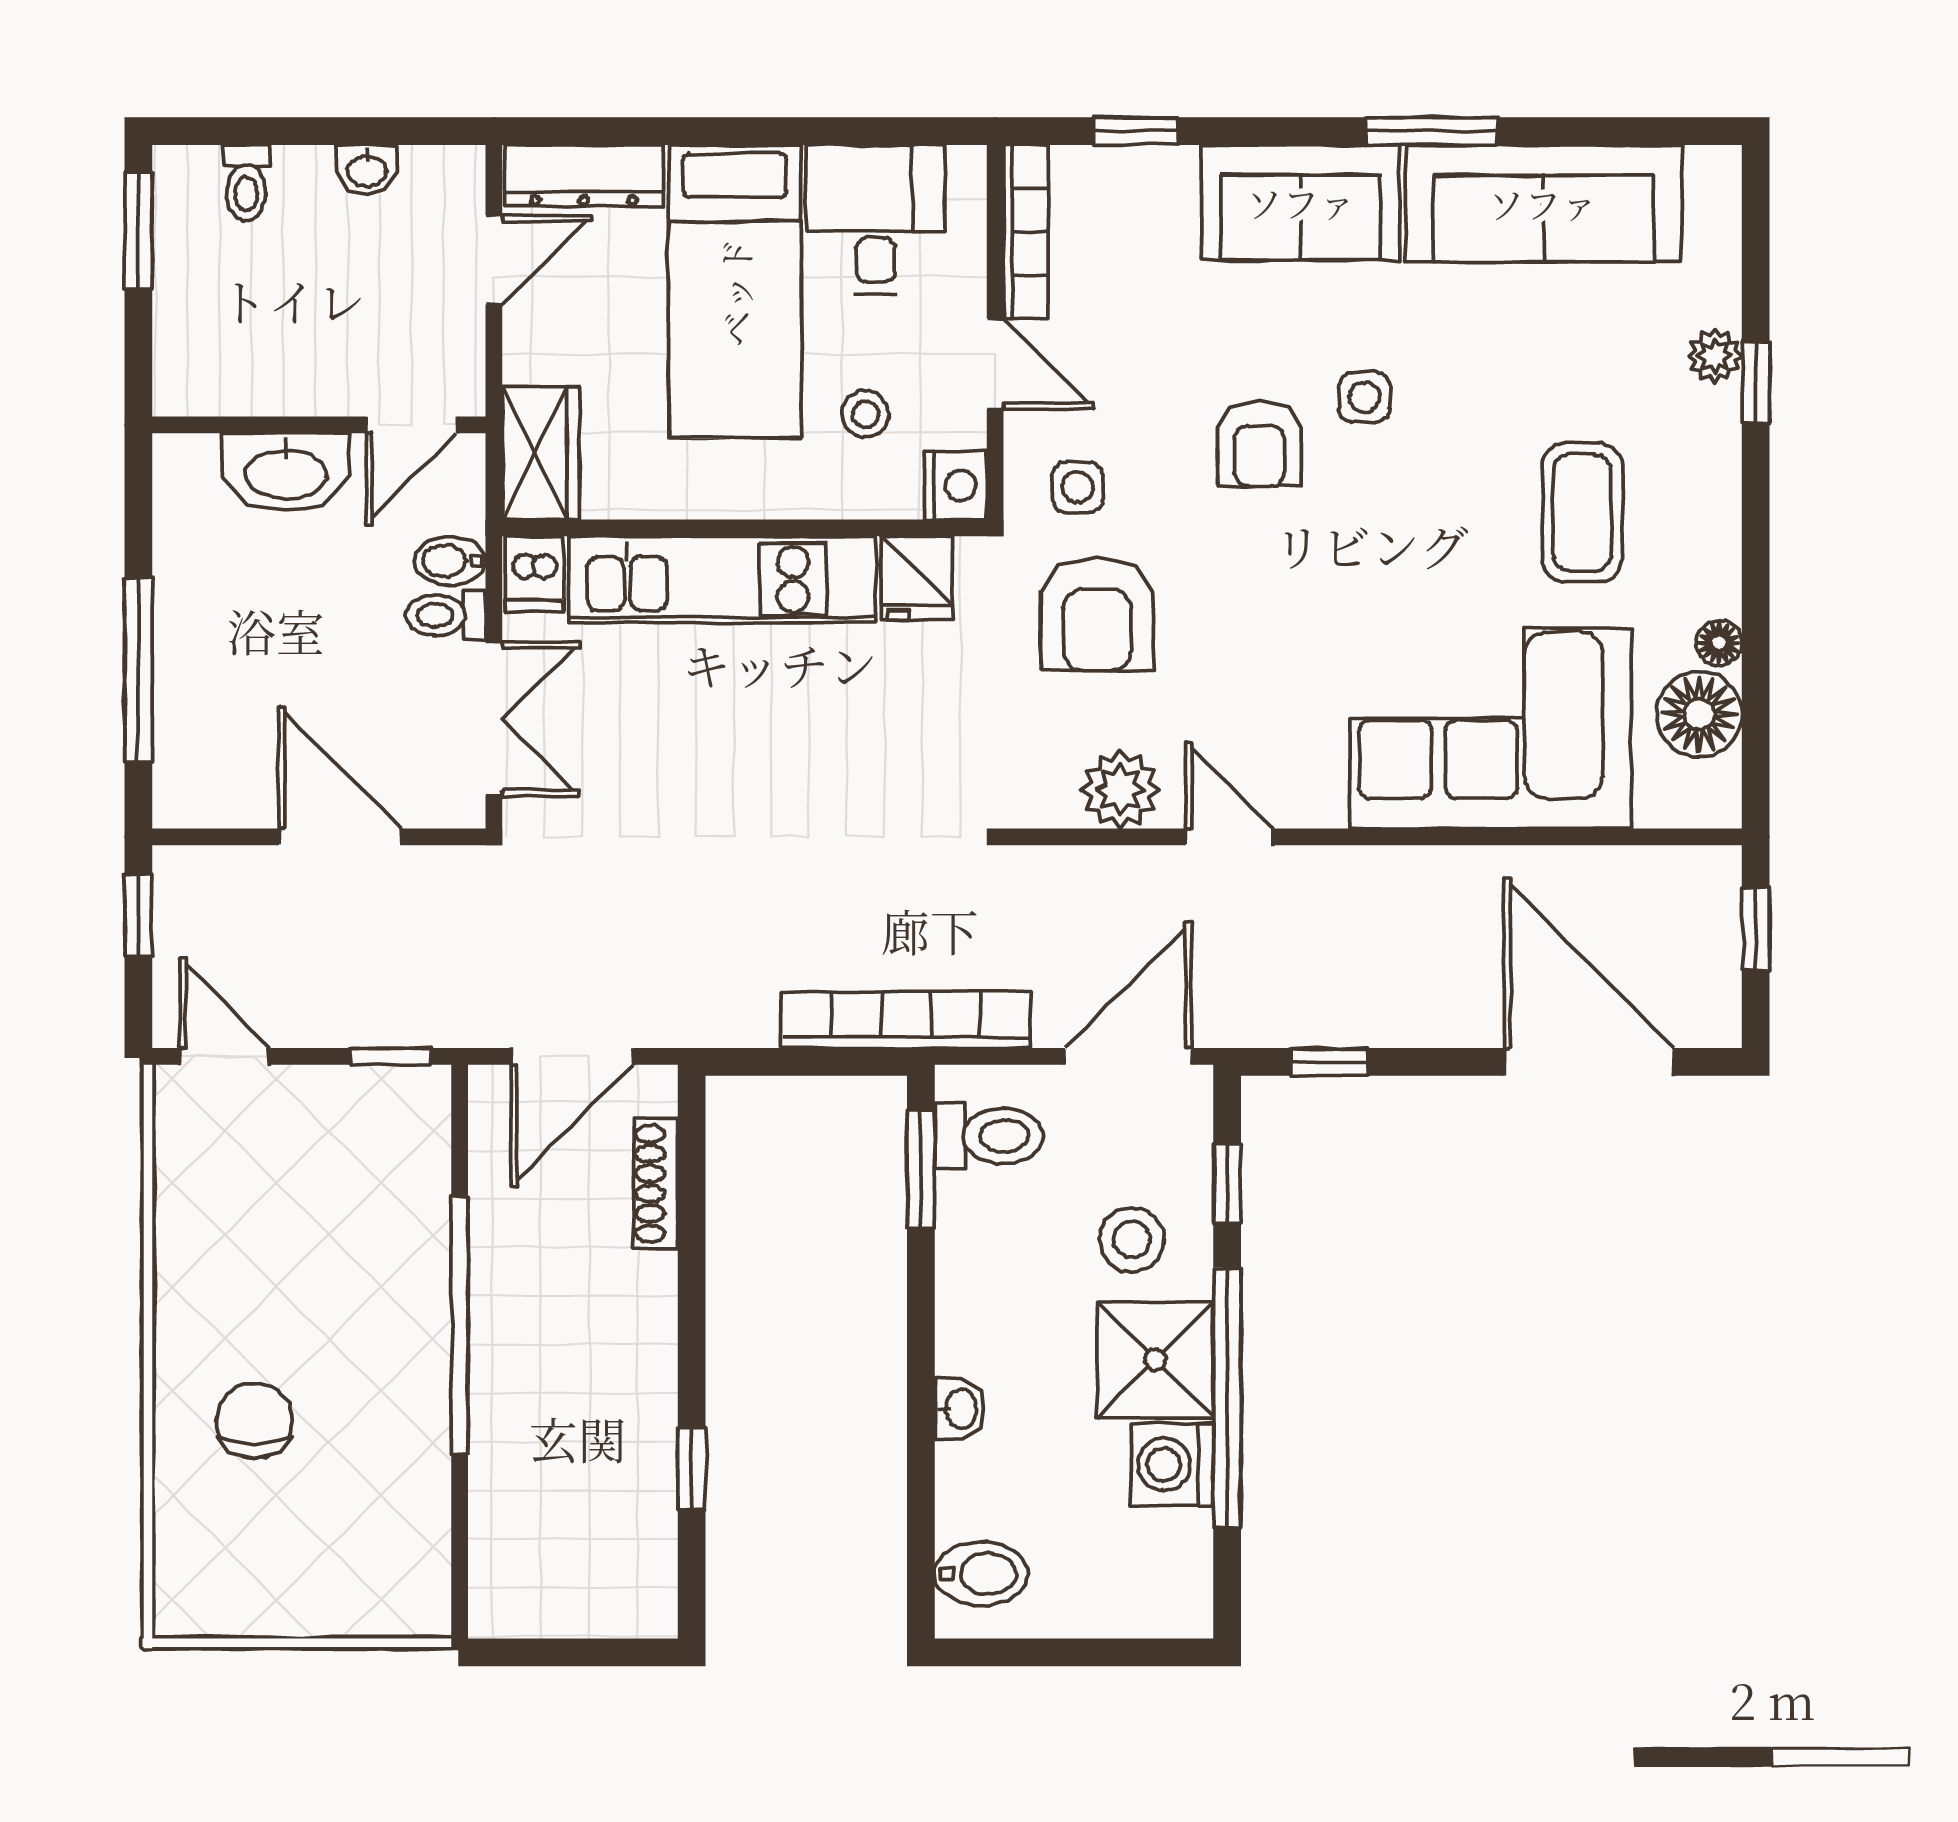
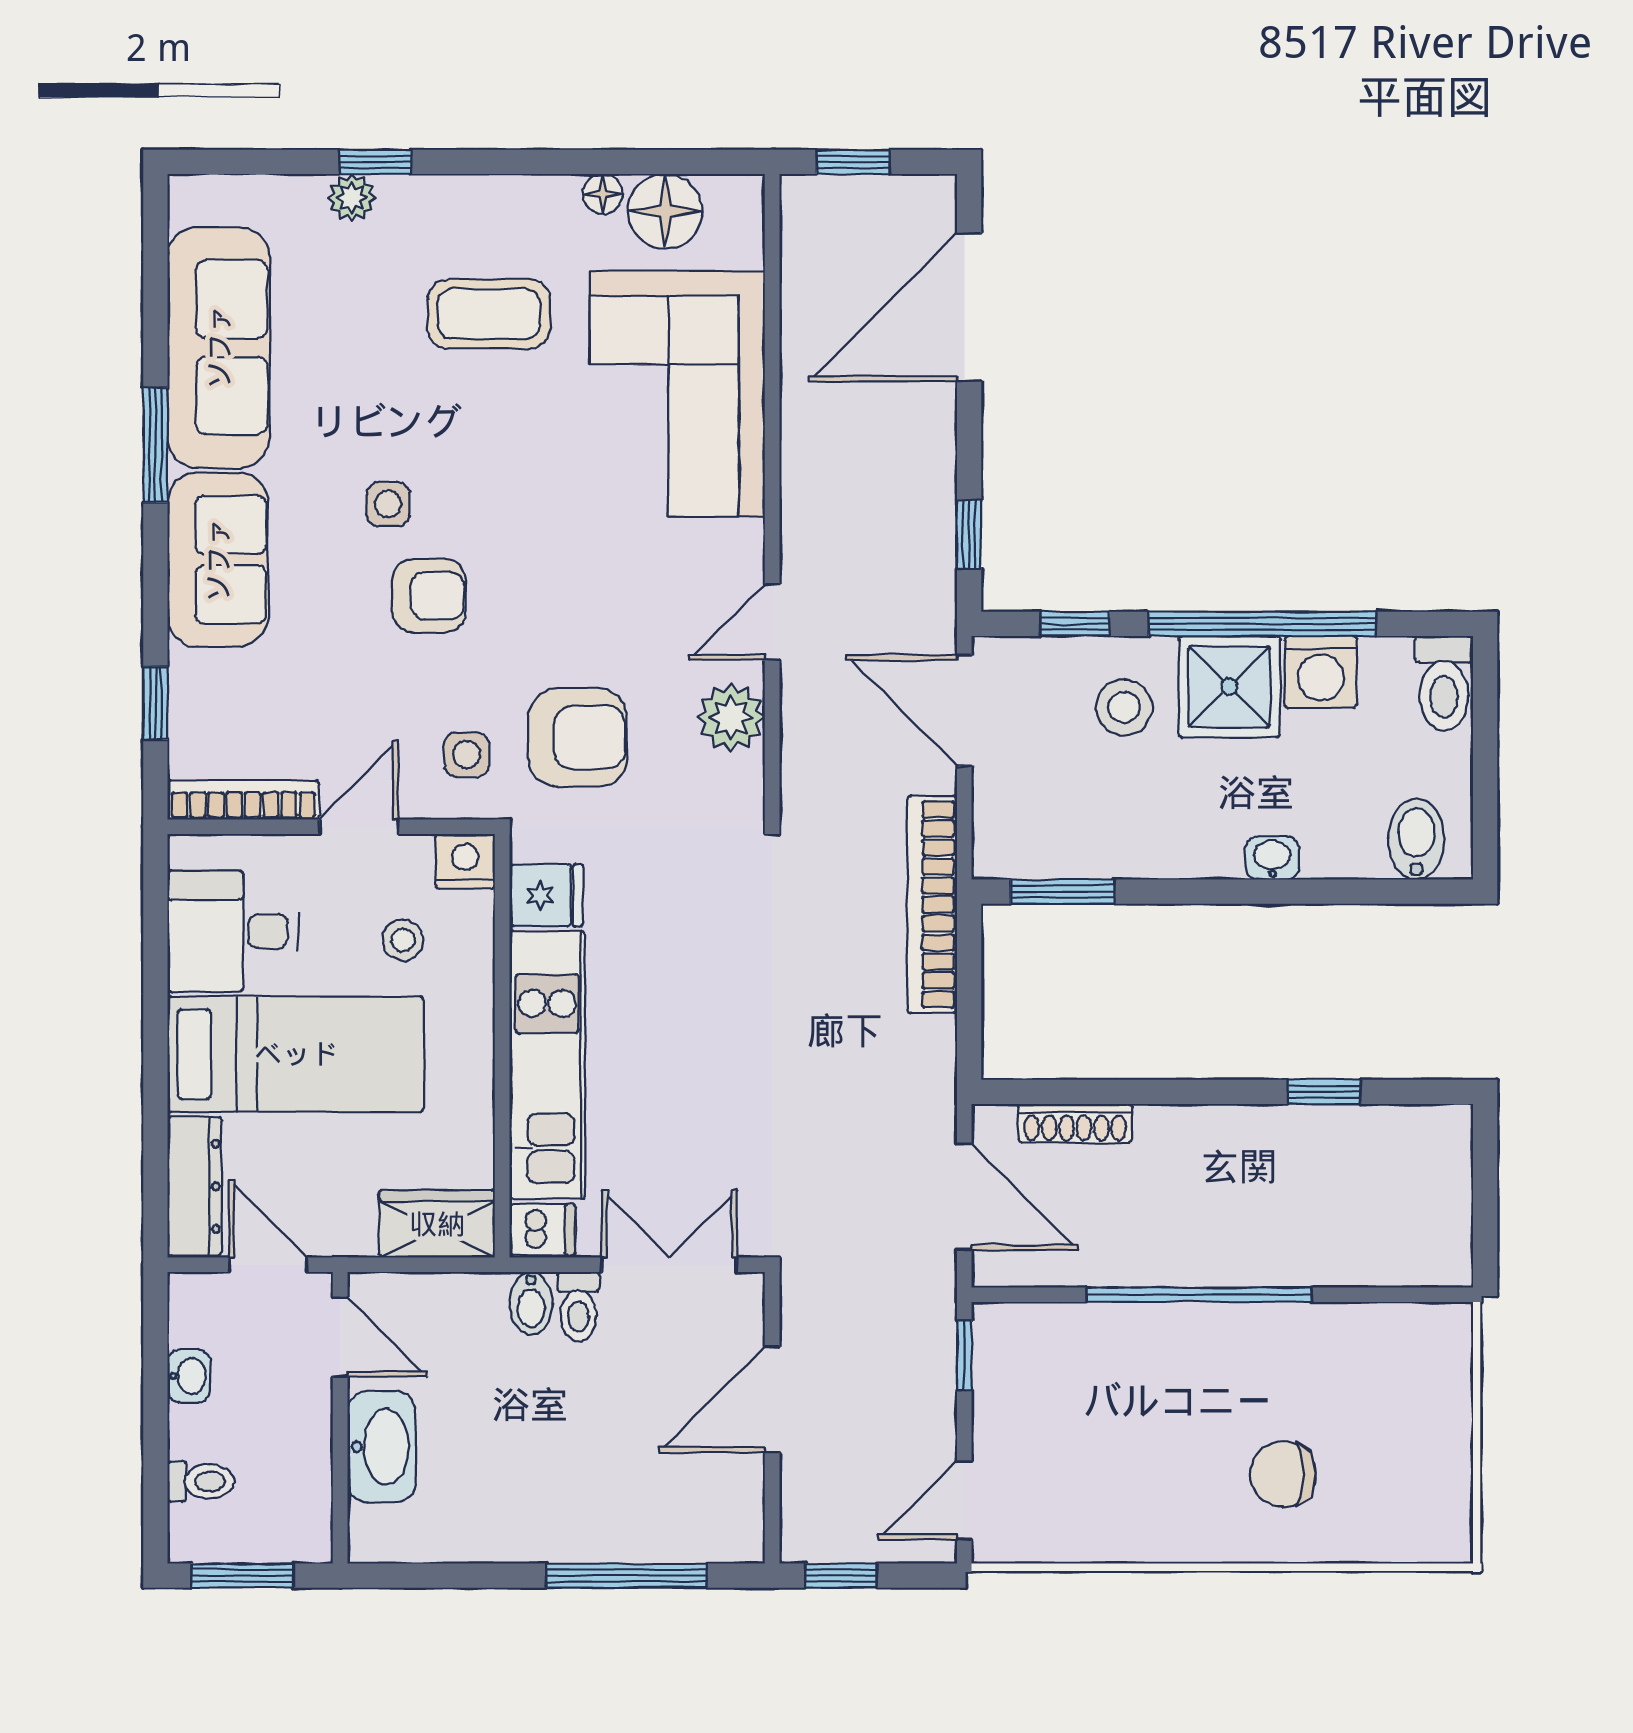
wall: (319, 425) -> (340, 1418), moved
door: (411, 425) -> (340, 1337), moved
washbasin: (286, 472) -> (381, 1447), moved
toilet: (989, 1136) -> (1444, 683), moved, turned 180

